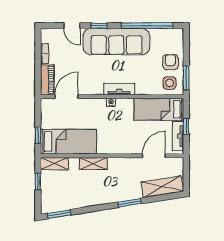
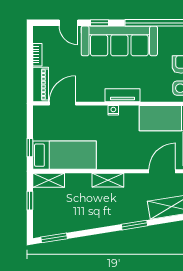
shelving: (93, 163) -> (108, 180), moved

